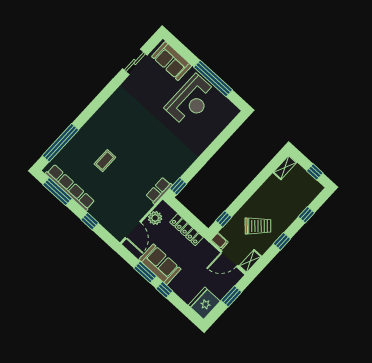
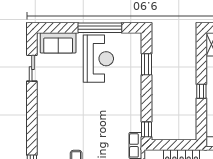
window: (223, 138) -> (146, 64), added
window: (224, 219) -> (201, 91), moved

